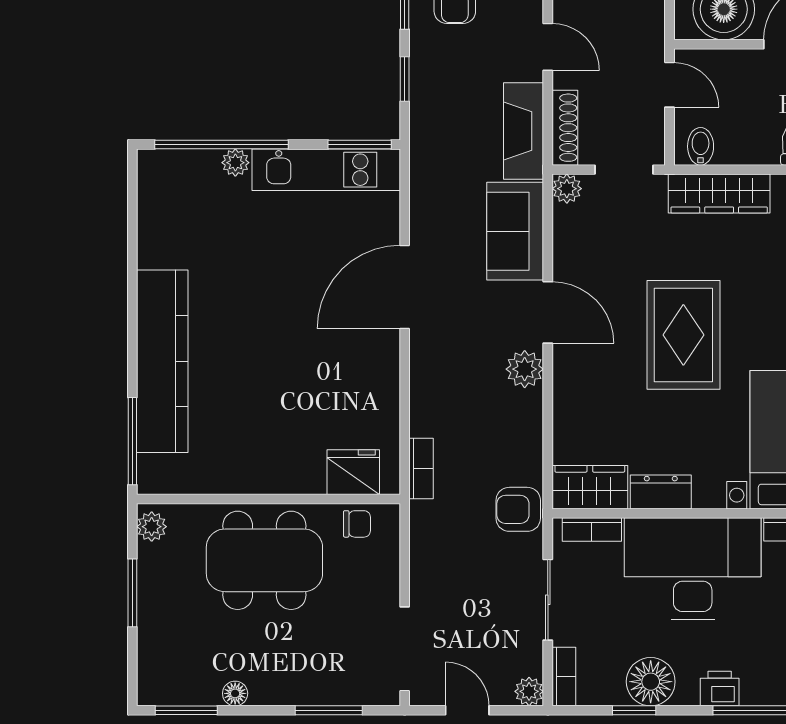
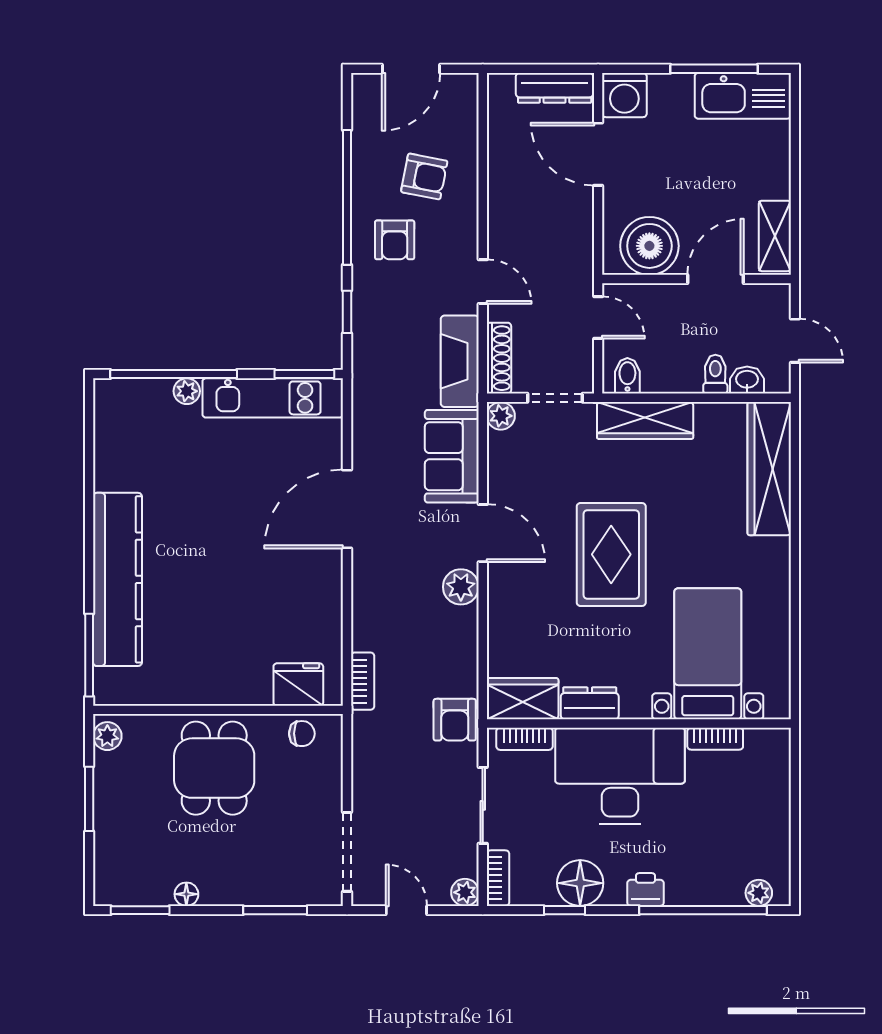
armchair: (518, 509) -> (455, 720), turned -90
dining table: (264, 560) -> (214, 768), width x0.73

